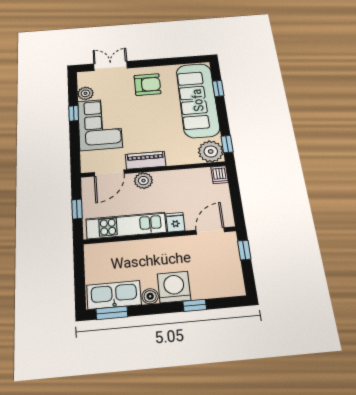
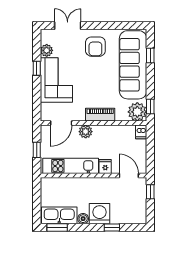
armchair: (147, 84) -> (95, 47), turned 90
piano: (146, 160) -> (100, 115), moved
door: (210, 231) -> (129, 176), hinge flipped

